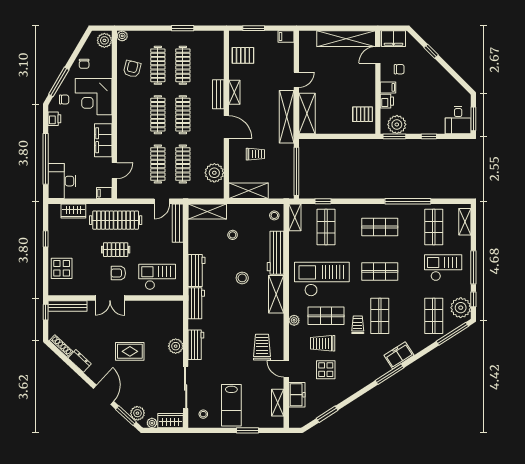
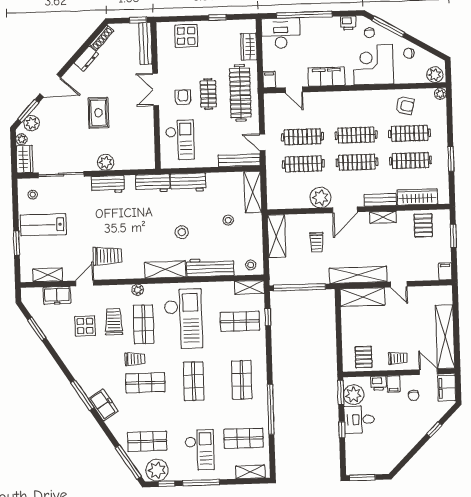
wardrobe: (217, 60) -> (417, 197), added
trolley: (365, 83) -> (398, 358), added
desk: (458, 120) -> (359, 419), moved
plant: (214, 173) -> (320, 198), moved

